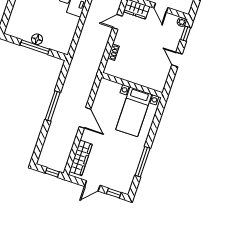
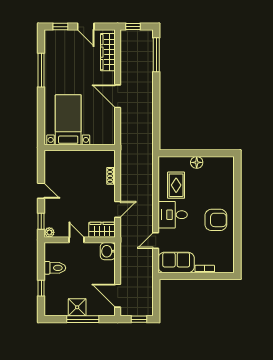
rug: (61, 26) -> (176, 185), added
window: (35, 47) -> (196, 153), removed
window: (53, 106) -> (156, 55), moved
door: (92, 186) -> (86, 27), swing flipped

